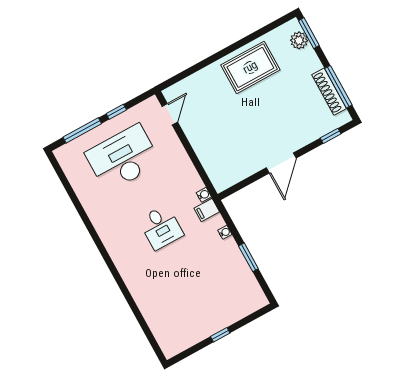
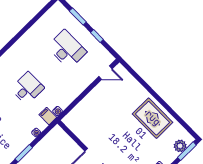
window: (82, 130) -> (78, 17), width x0.69
desk: (123, 158) -> (67, 49), width x0.73, depth x0.77
desk: (161, 227) -> (27, 88), turned 180

